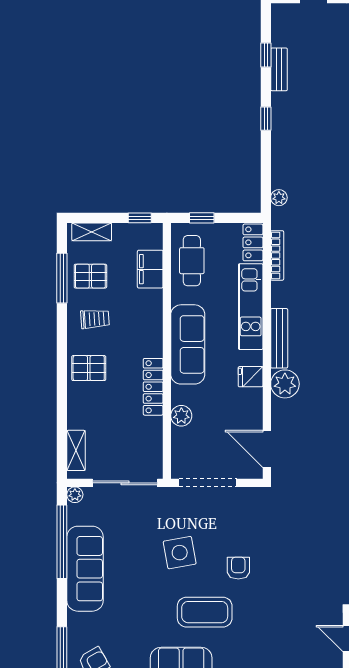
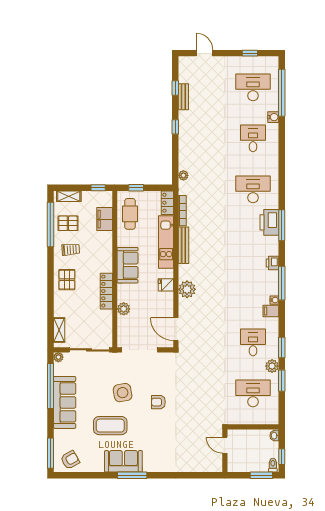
window: (62, 278) -> (50, 225), width x1.46
bench: (279, 338) -> (183, 245), moved
sofa: (188, 344) -> (128, 265), width x0.73
pallet: (89, 368) -> (67, 280), turned 90
armchair: (238, 568) -> (158, 402), turned -90
coffee table: (205, 612) -> (110, 426), moved

